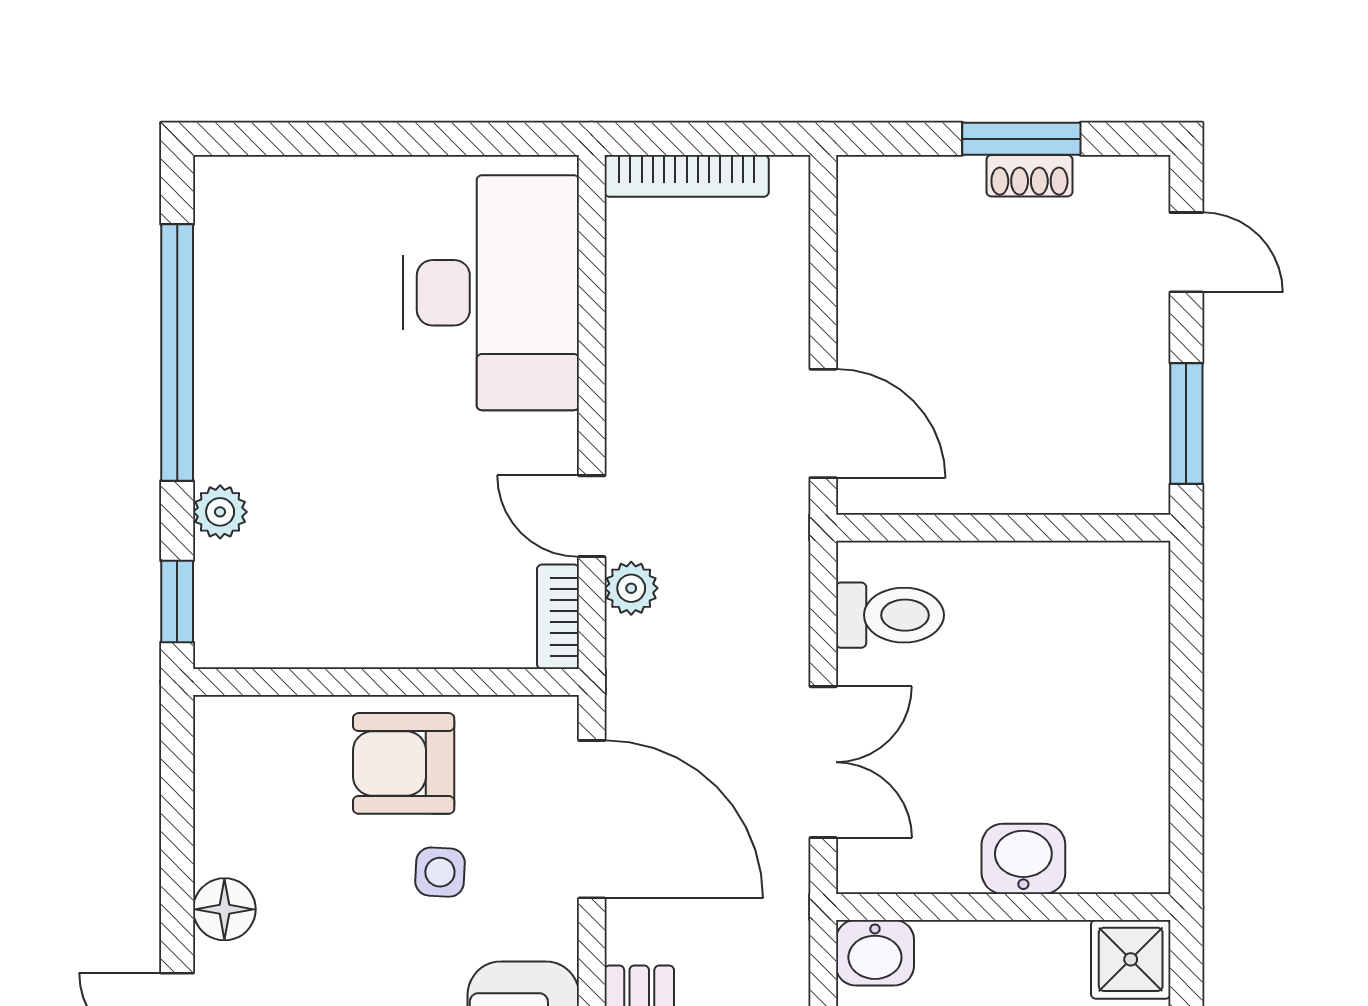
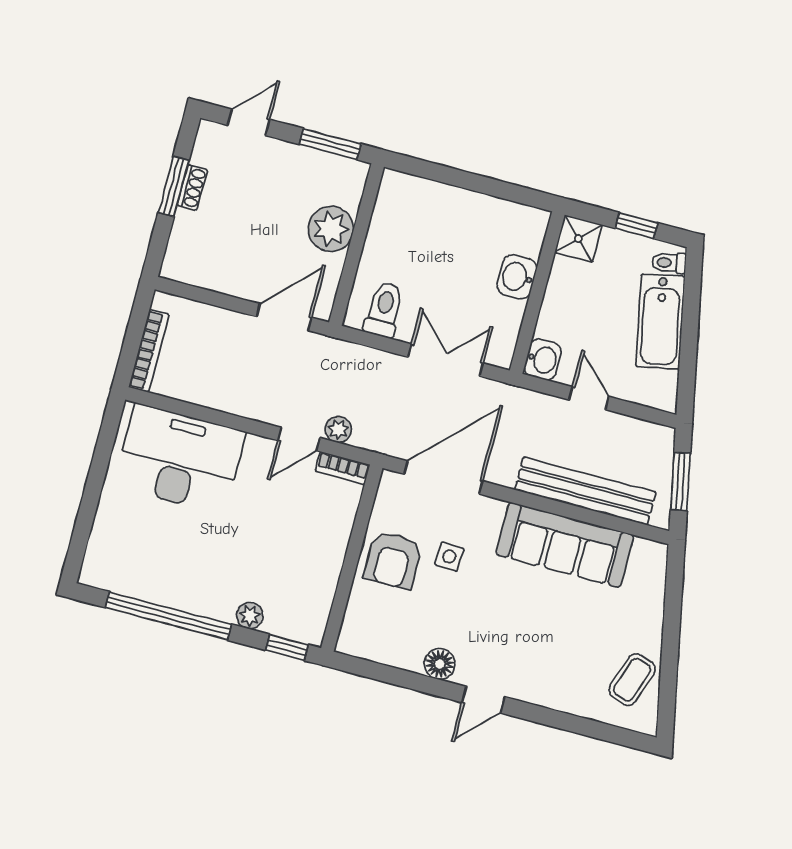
plant: (1021, 469) -> (331, 229), added

